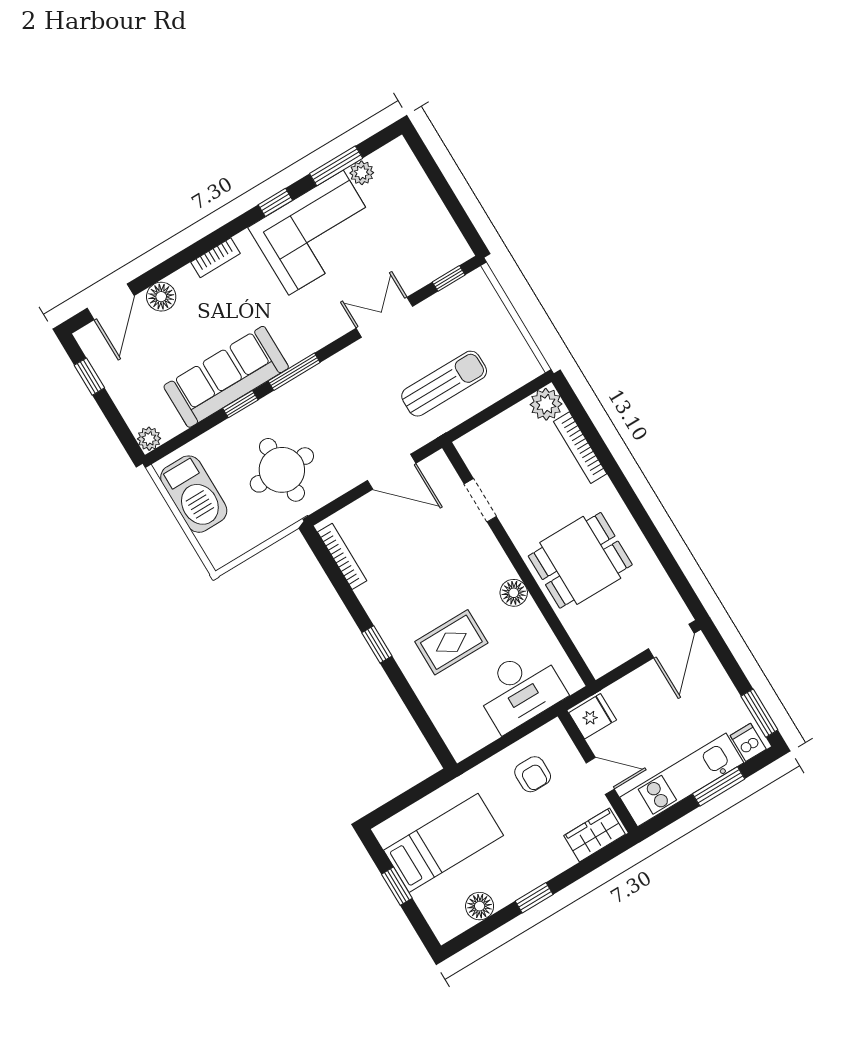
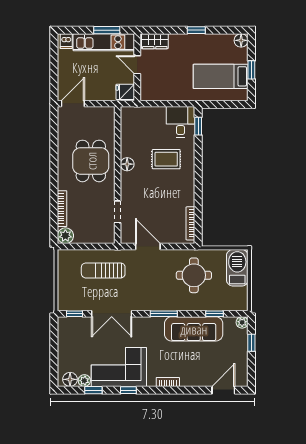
window: (336, 166) -> (93, 390), width x0.67
floor lamp: (161, 297) -> (70, 379), moved
double door: (384, 317) -> (112, 314), width x1.37
window: (89, 377) -> (251, 343), moved
window: (240, 404) -> (214, 314), moved
barbecue: (194, 494) -> (237, 268), moved
dining table: (580, 560) -> (91, 161), turned 90
window: (377, 644) -> (198, 126), moved
desk: (520, 690) -> (181, 122), moved, width x0.73
window: (759, 713) -> (54, 51), removed
armchair: (533, 774) -> (165, 83), removed
window: (719, 786) -> (107, 30), moved
floor lamp: (480, 906) -> (241, 40), moved

